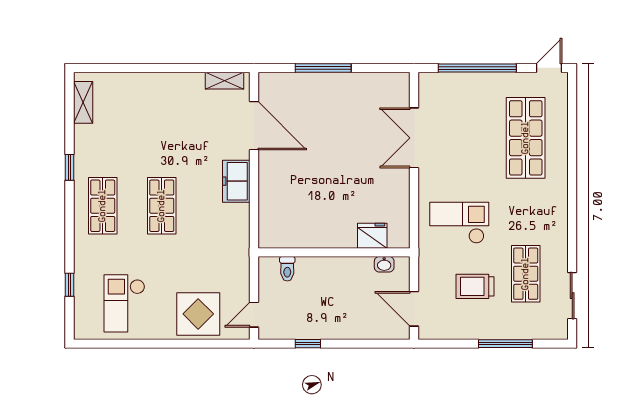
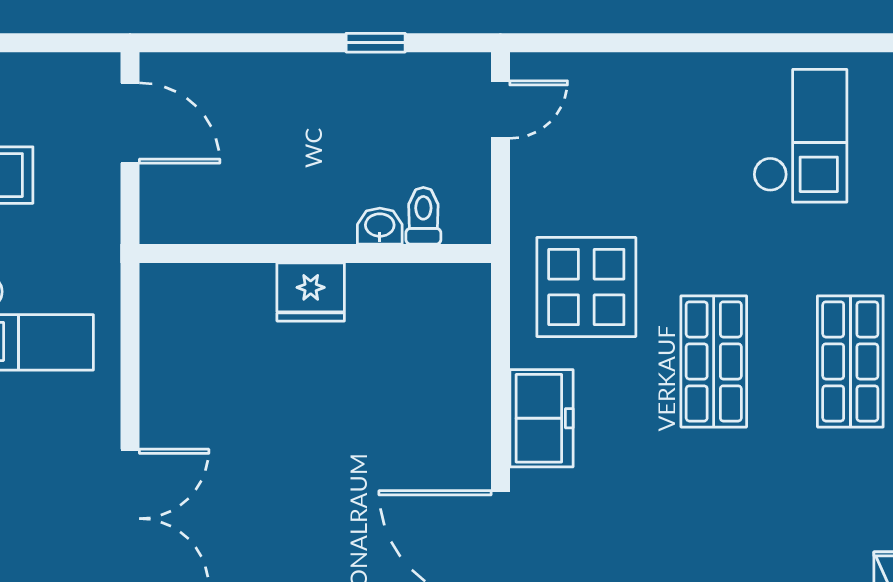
fridge: (372, 236) -> (311, 292), moved
washbasin: (384, 264) -> (380, 226), moved
display table: (198, 314) -> (586, 287), moved

